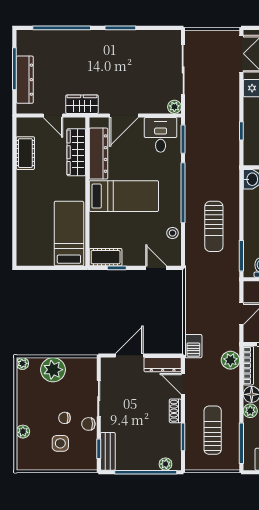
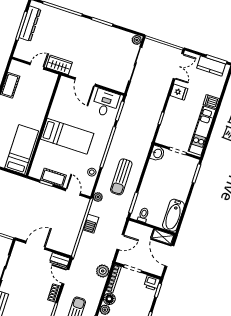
dresser: (25, 80) -> (30, 24), moved
plant: (174, 107) -> (137, 40), moved
door: (53, 115) -> (37, 66), swing flipped
door: (124, 115) -> (85, 82), hinge flipped
wardrobe: (76, 152) -> (45, 96), removed
dresser: (98, 154) -> (59, 102), removed
cot: (106, 257) -> (53, 178), moved
plant: (191, 264) -> (98, 197), added
barbecue: (193, 346) -> (91, 224), moved
dresser: (163, 365) -> (60, 260), width x0.70

